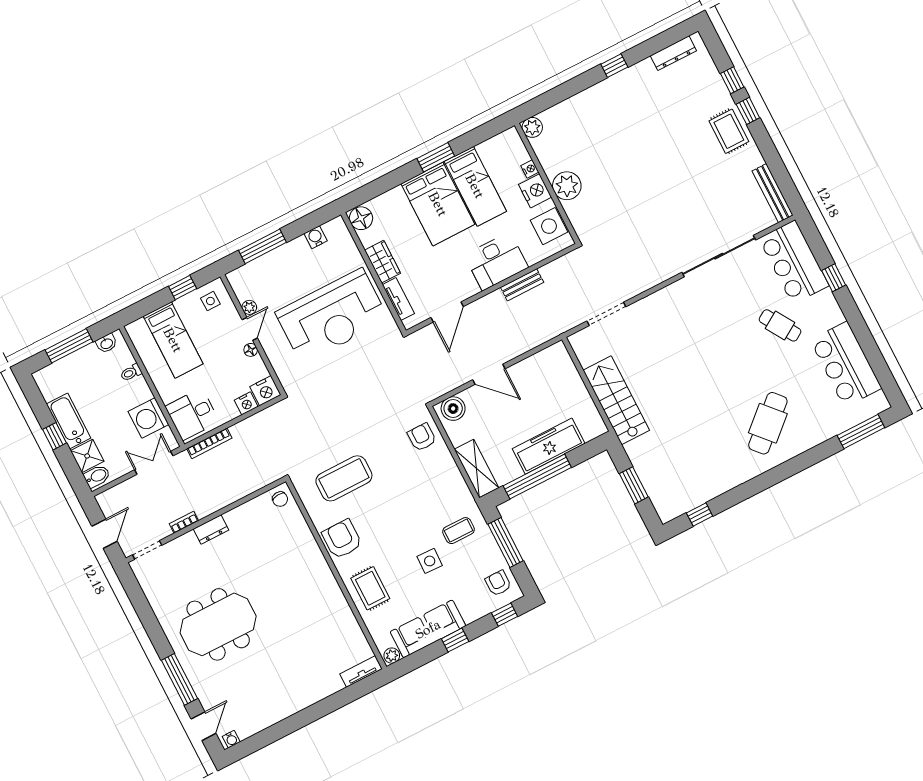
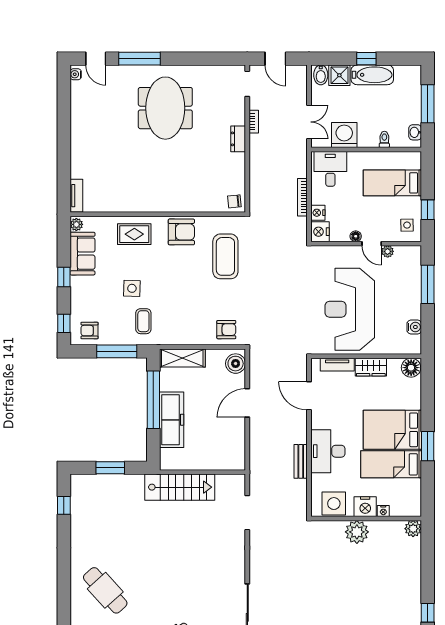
bookcase: (209, 443) -> (302, 197), moved
armchair: (498, 583) -> (90, 331), turned 180
sofa: (428, 629) -> (82, 254), width x0.73

